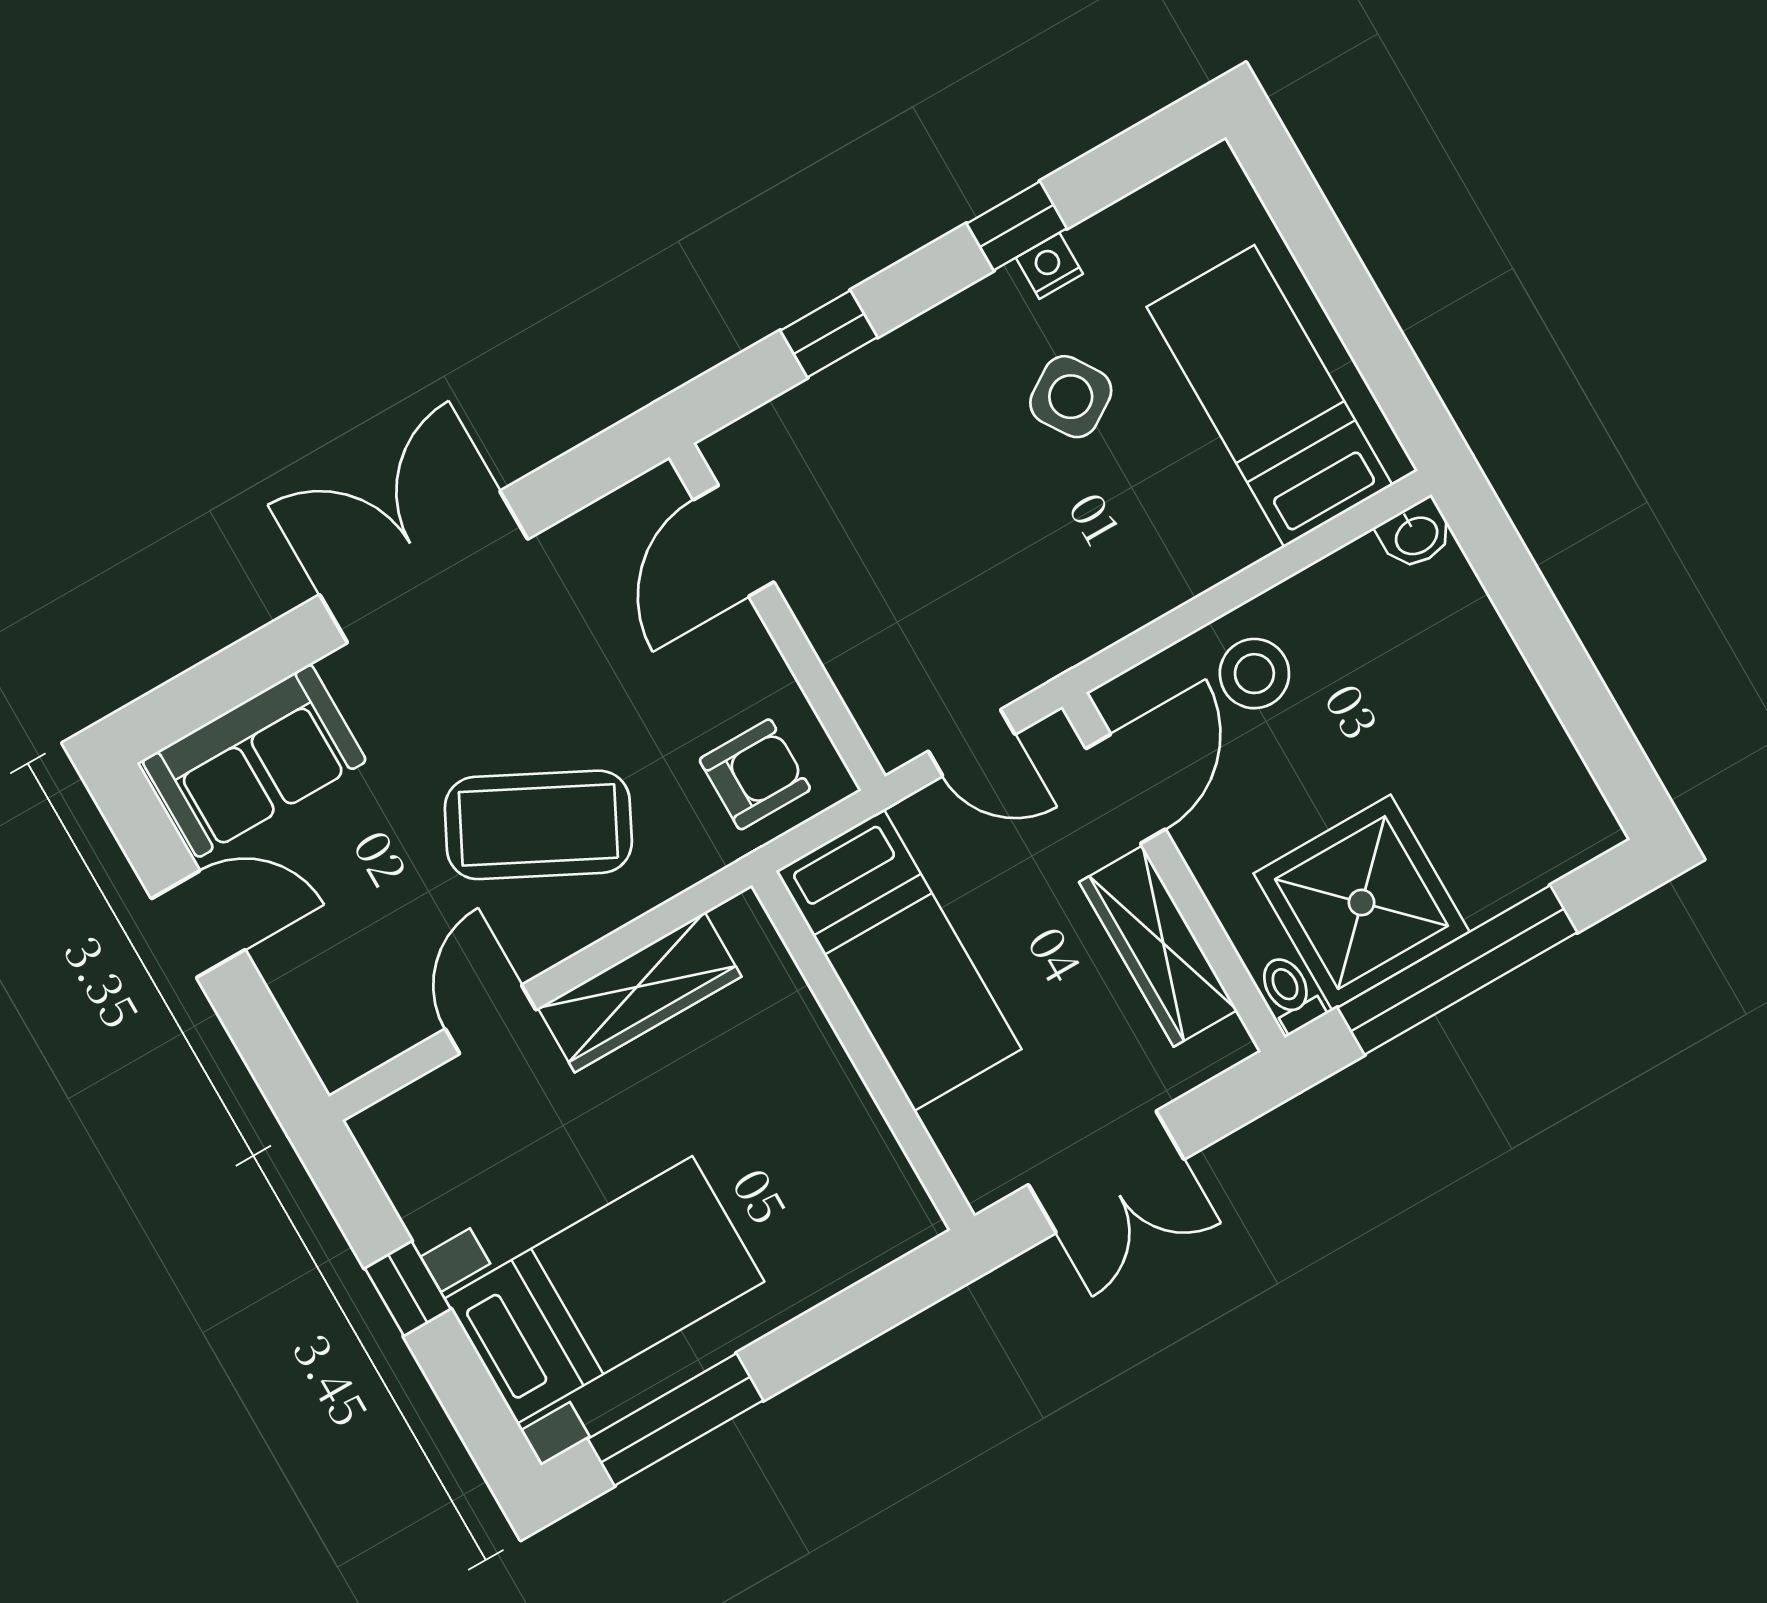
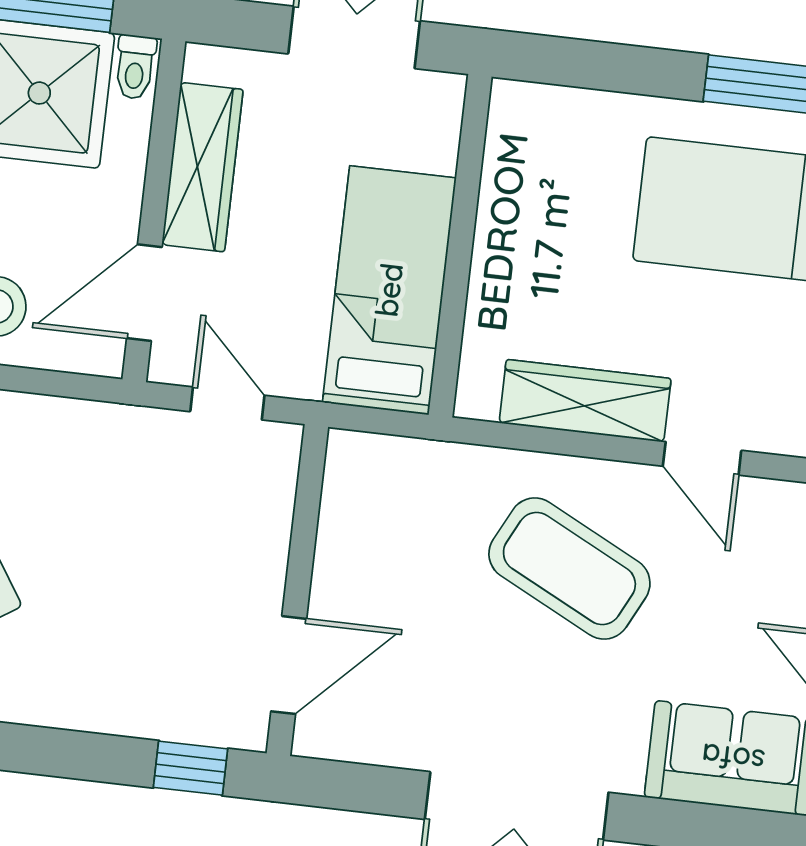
window: (829, 334) -> (190, 768), moved
armchair: (755, 774) -> (394, 493), removed
door: (491, 1019) -> (702, 458), hinge flipped

